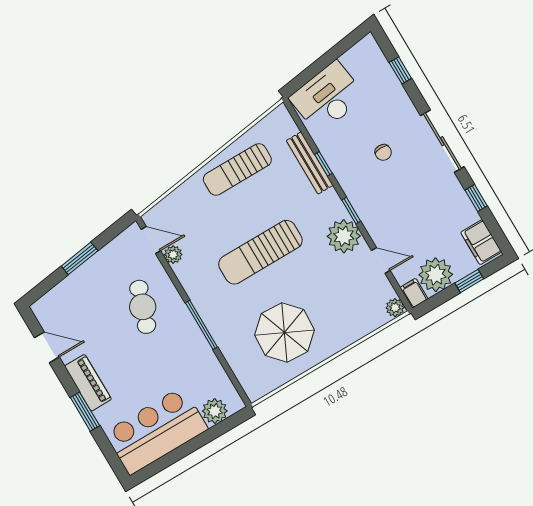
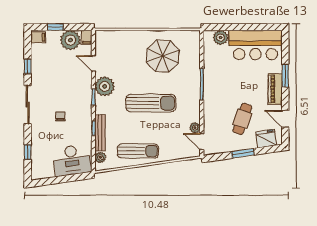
filing cabinet: (481, 242) -> (38, 37), width x0.50
fridge: (58, 301) -> (266, 139), added
cafe table: (143, 307) -> (242, 119), moved
plant: (395, 308) -> (100, 157), moved

